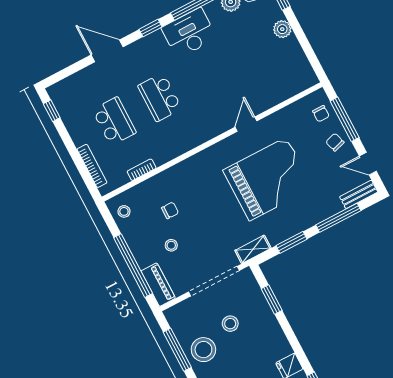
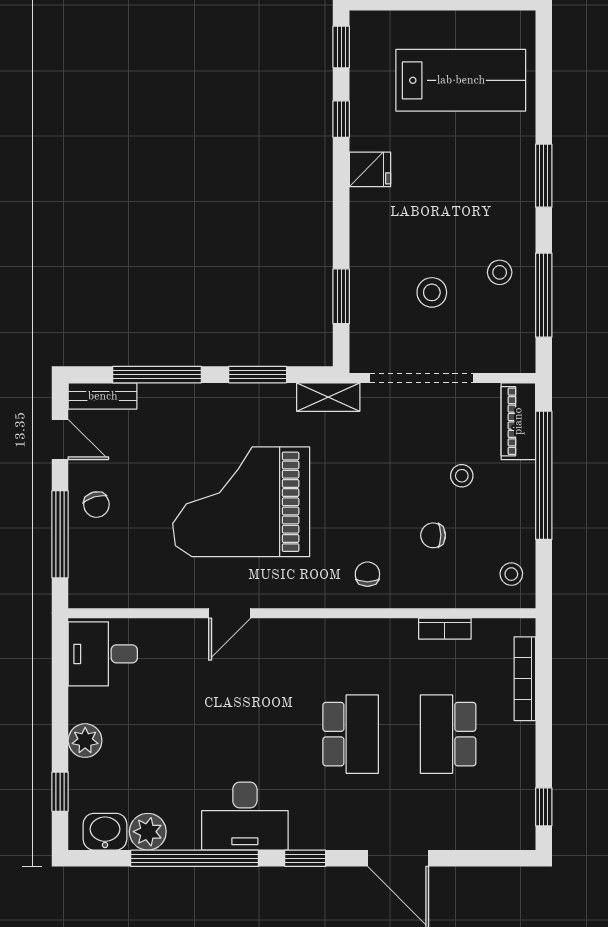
desk: (295, 74) -> (103, 654), added
chair: (321, 114) -> (367, 574), moved
stool: (203, 350) -> (500, 272), width x0.53, depth x0.53

